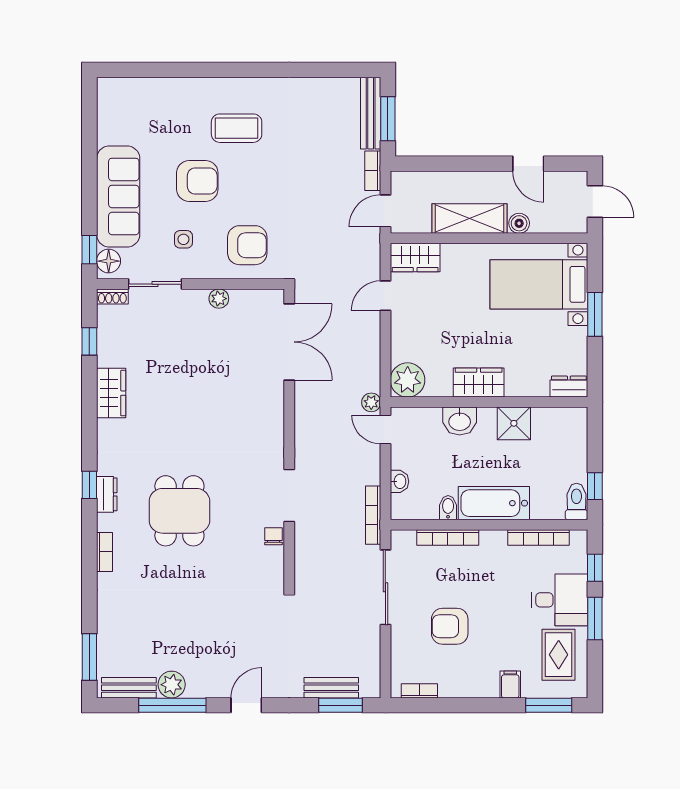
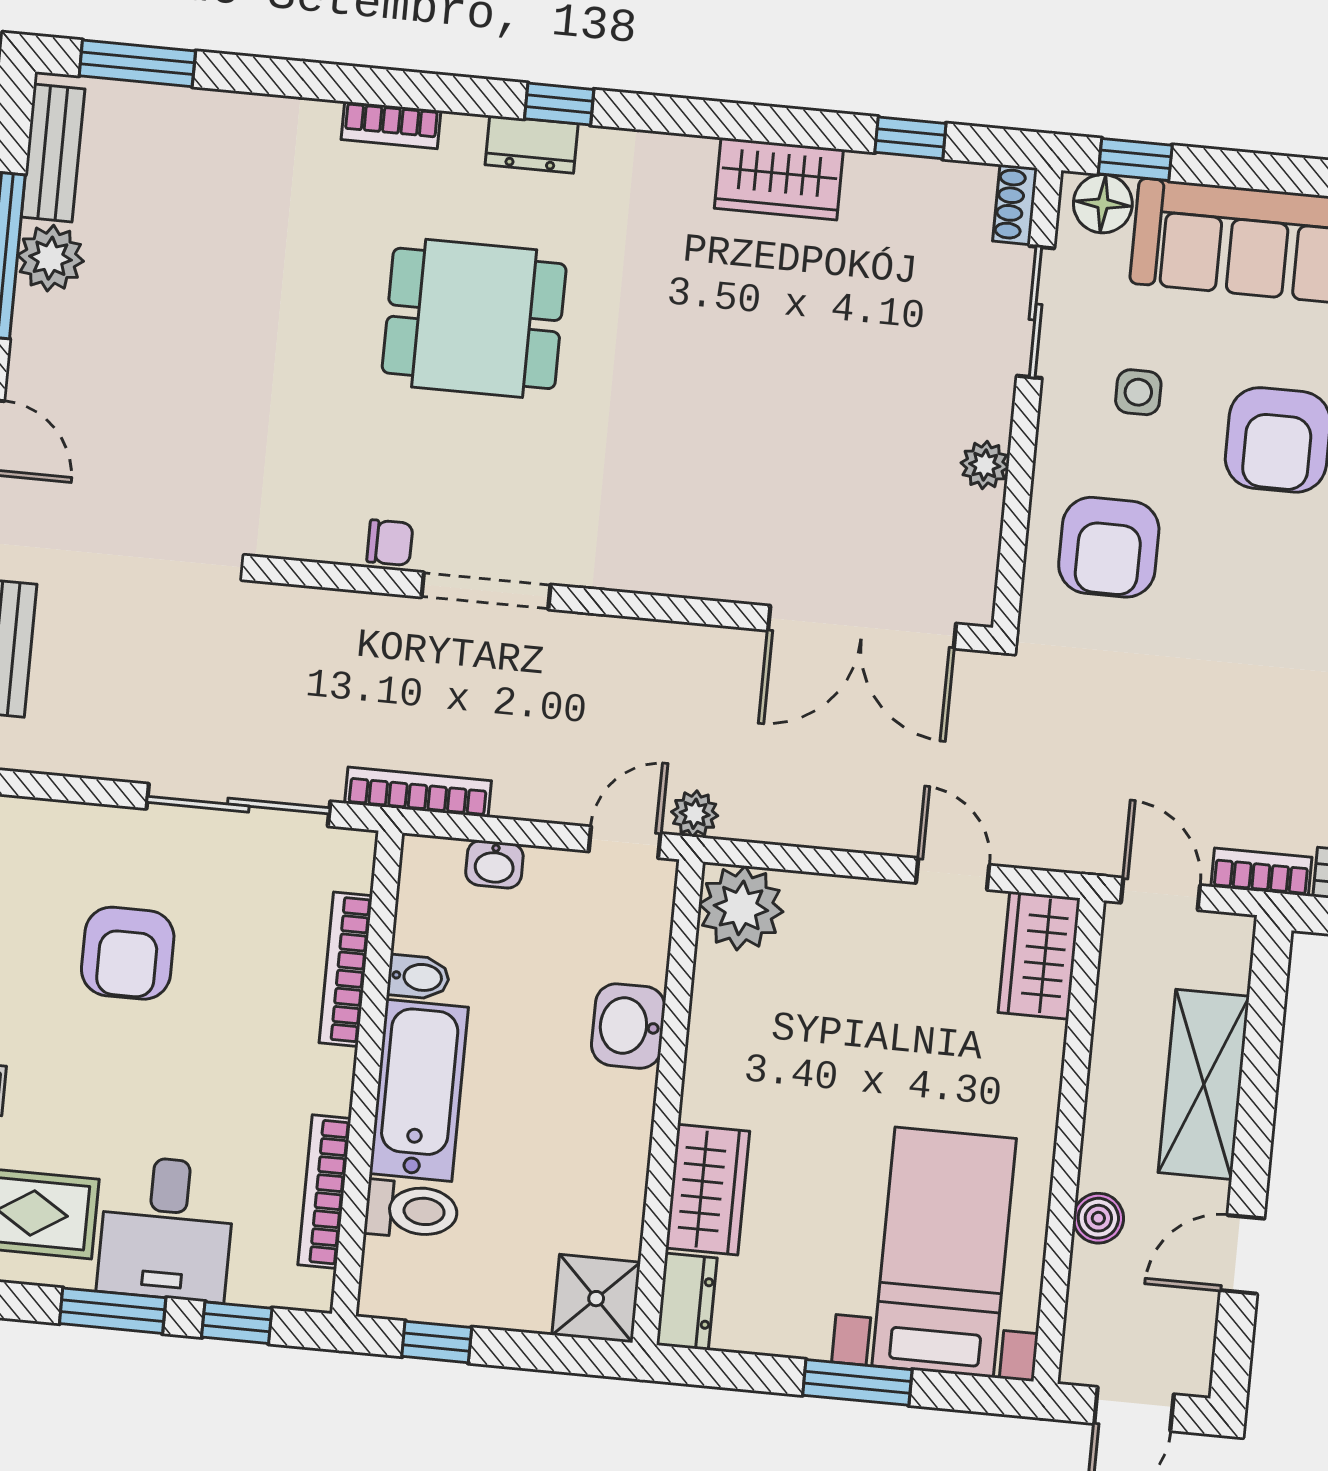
shelving: (470, 218) -> (1204, 1084), moved
wardrobe: (479, 382) -> (708, 1190), moved
shower: (514, 423) -> (596, 1299), moved
toilet: (576, 501) -> (411, 1210), moved
armchair: (450, 626) -> (128, 953), turned 180

